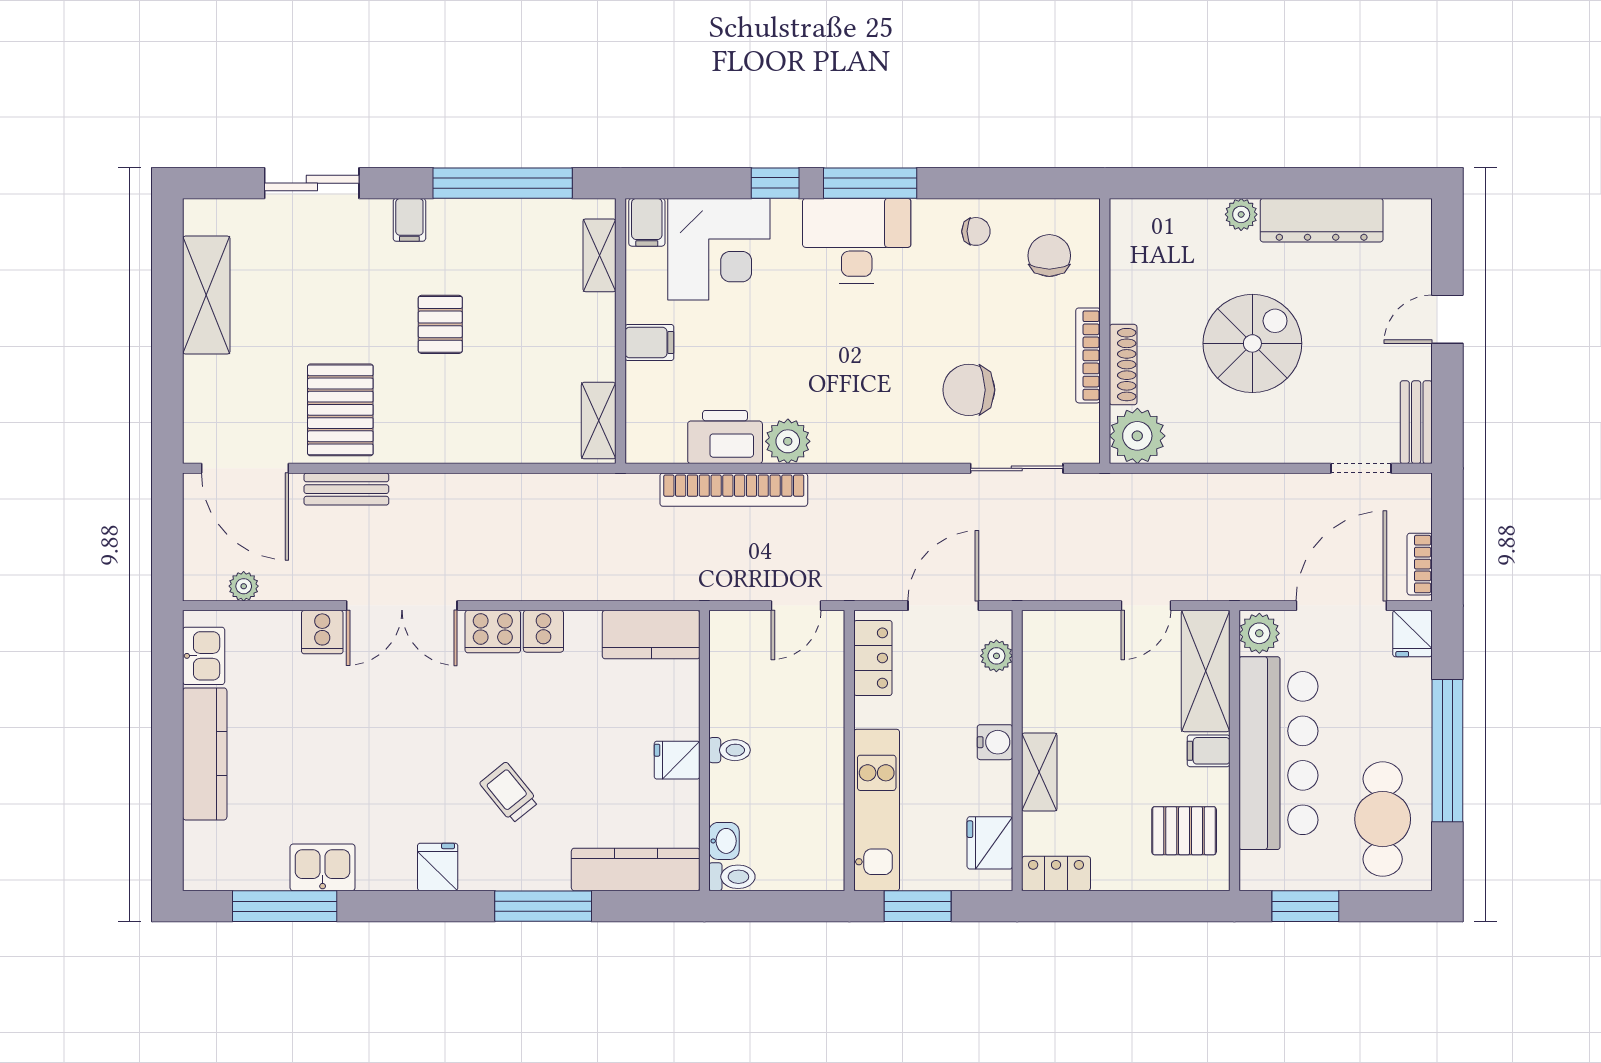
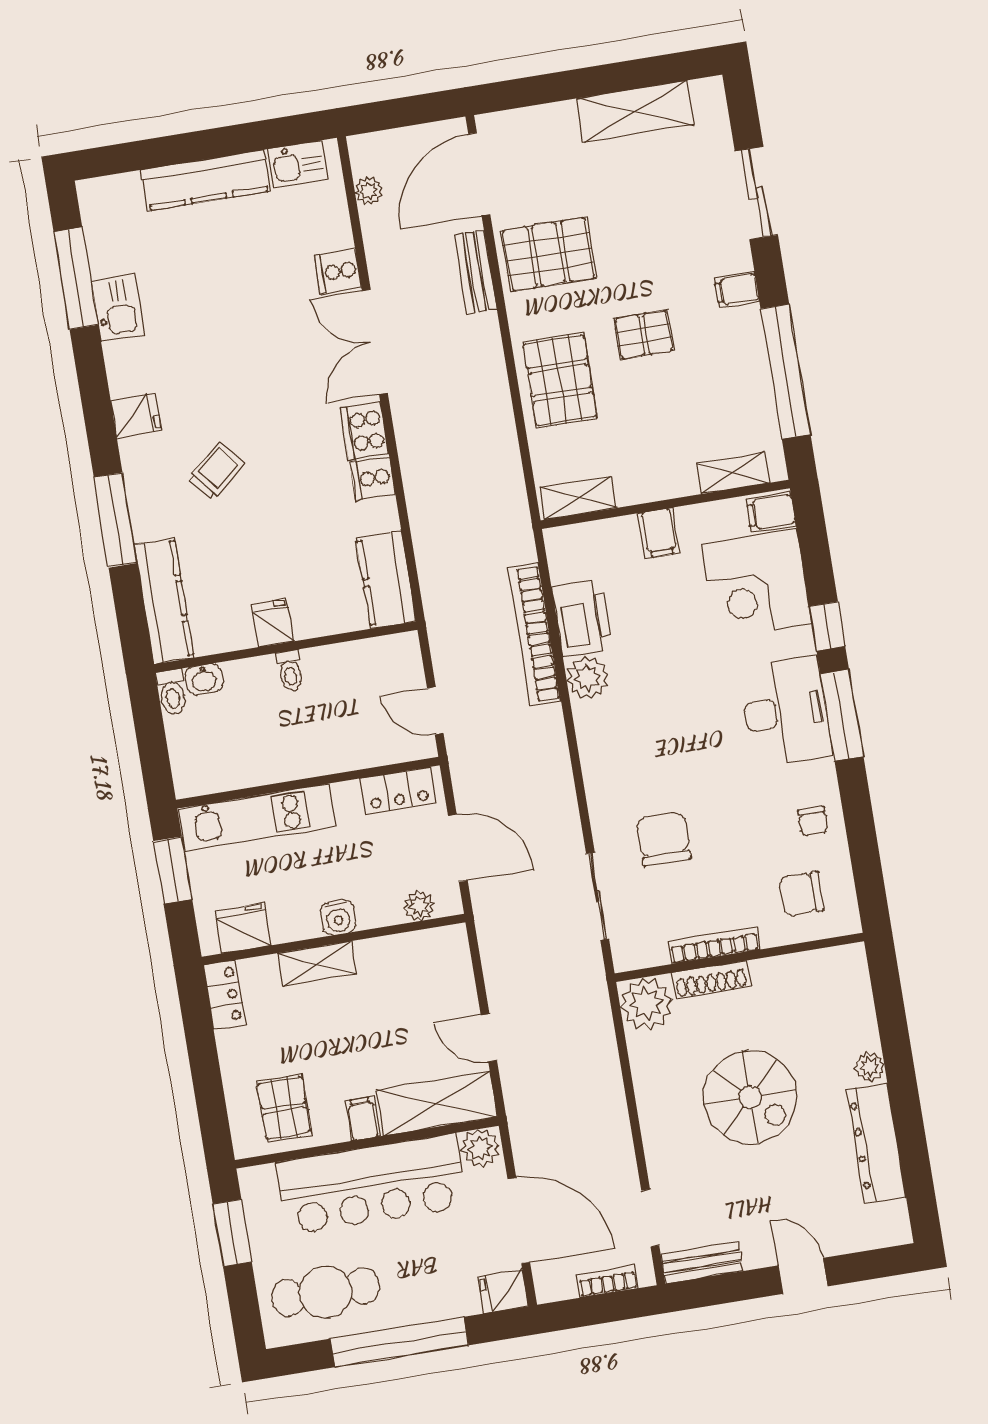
chair: (1049, 256) -> (801, 894), turned 180
pallet: (473, 420) -> (560, 380), added
bookcase: (1420, 564) -> (607, 1281), moved

